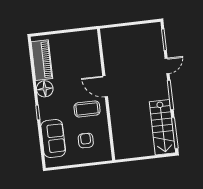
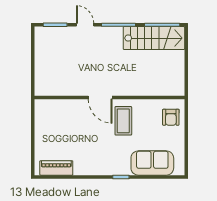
piano: (42, 60) -> (56, 168), width x0.73, depth x0.75
door: (105, 86) -> (100, 97), hinge flipped
floor lamp: (45, 89) -> (95, 166), removed
armchair: (86, 140) -> (171, 117), moved, turned -90

